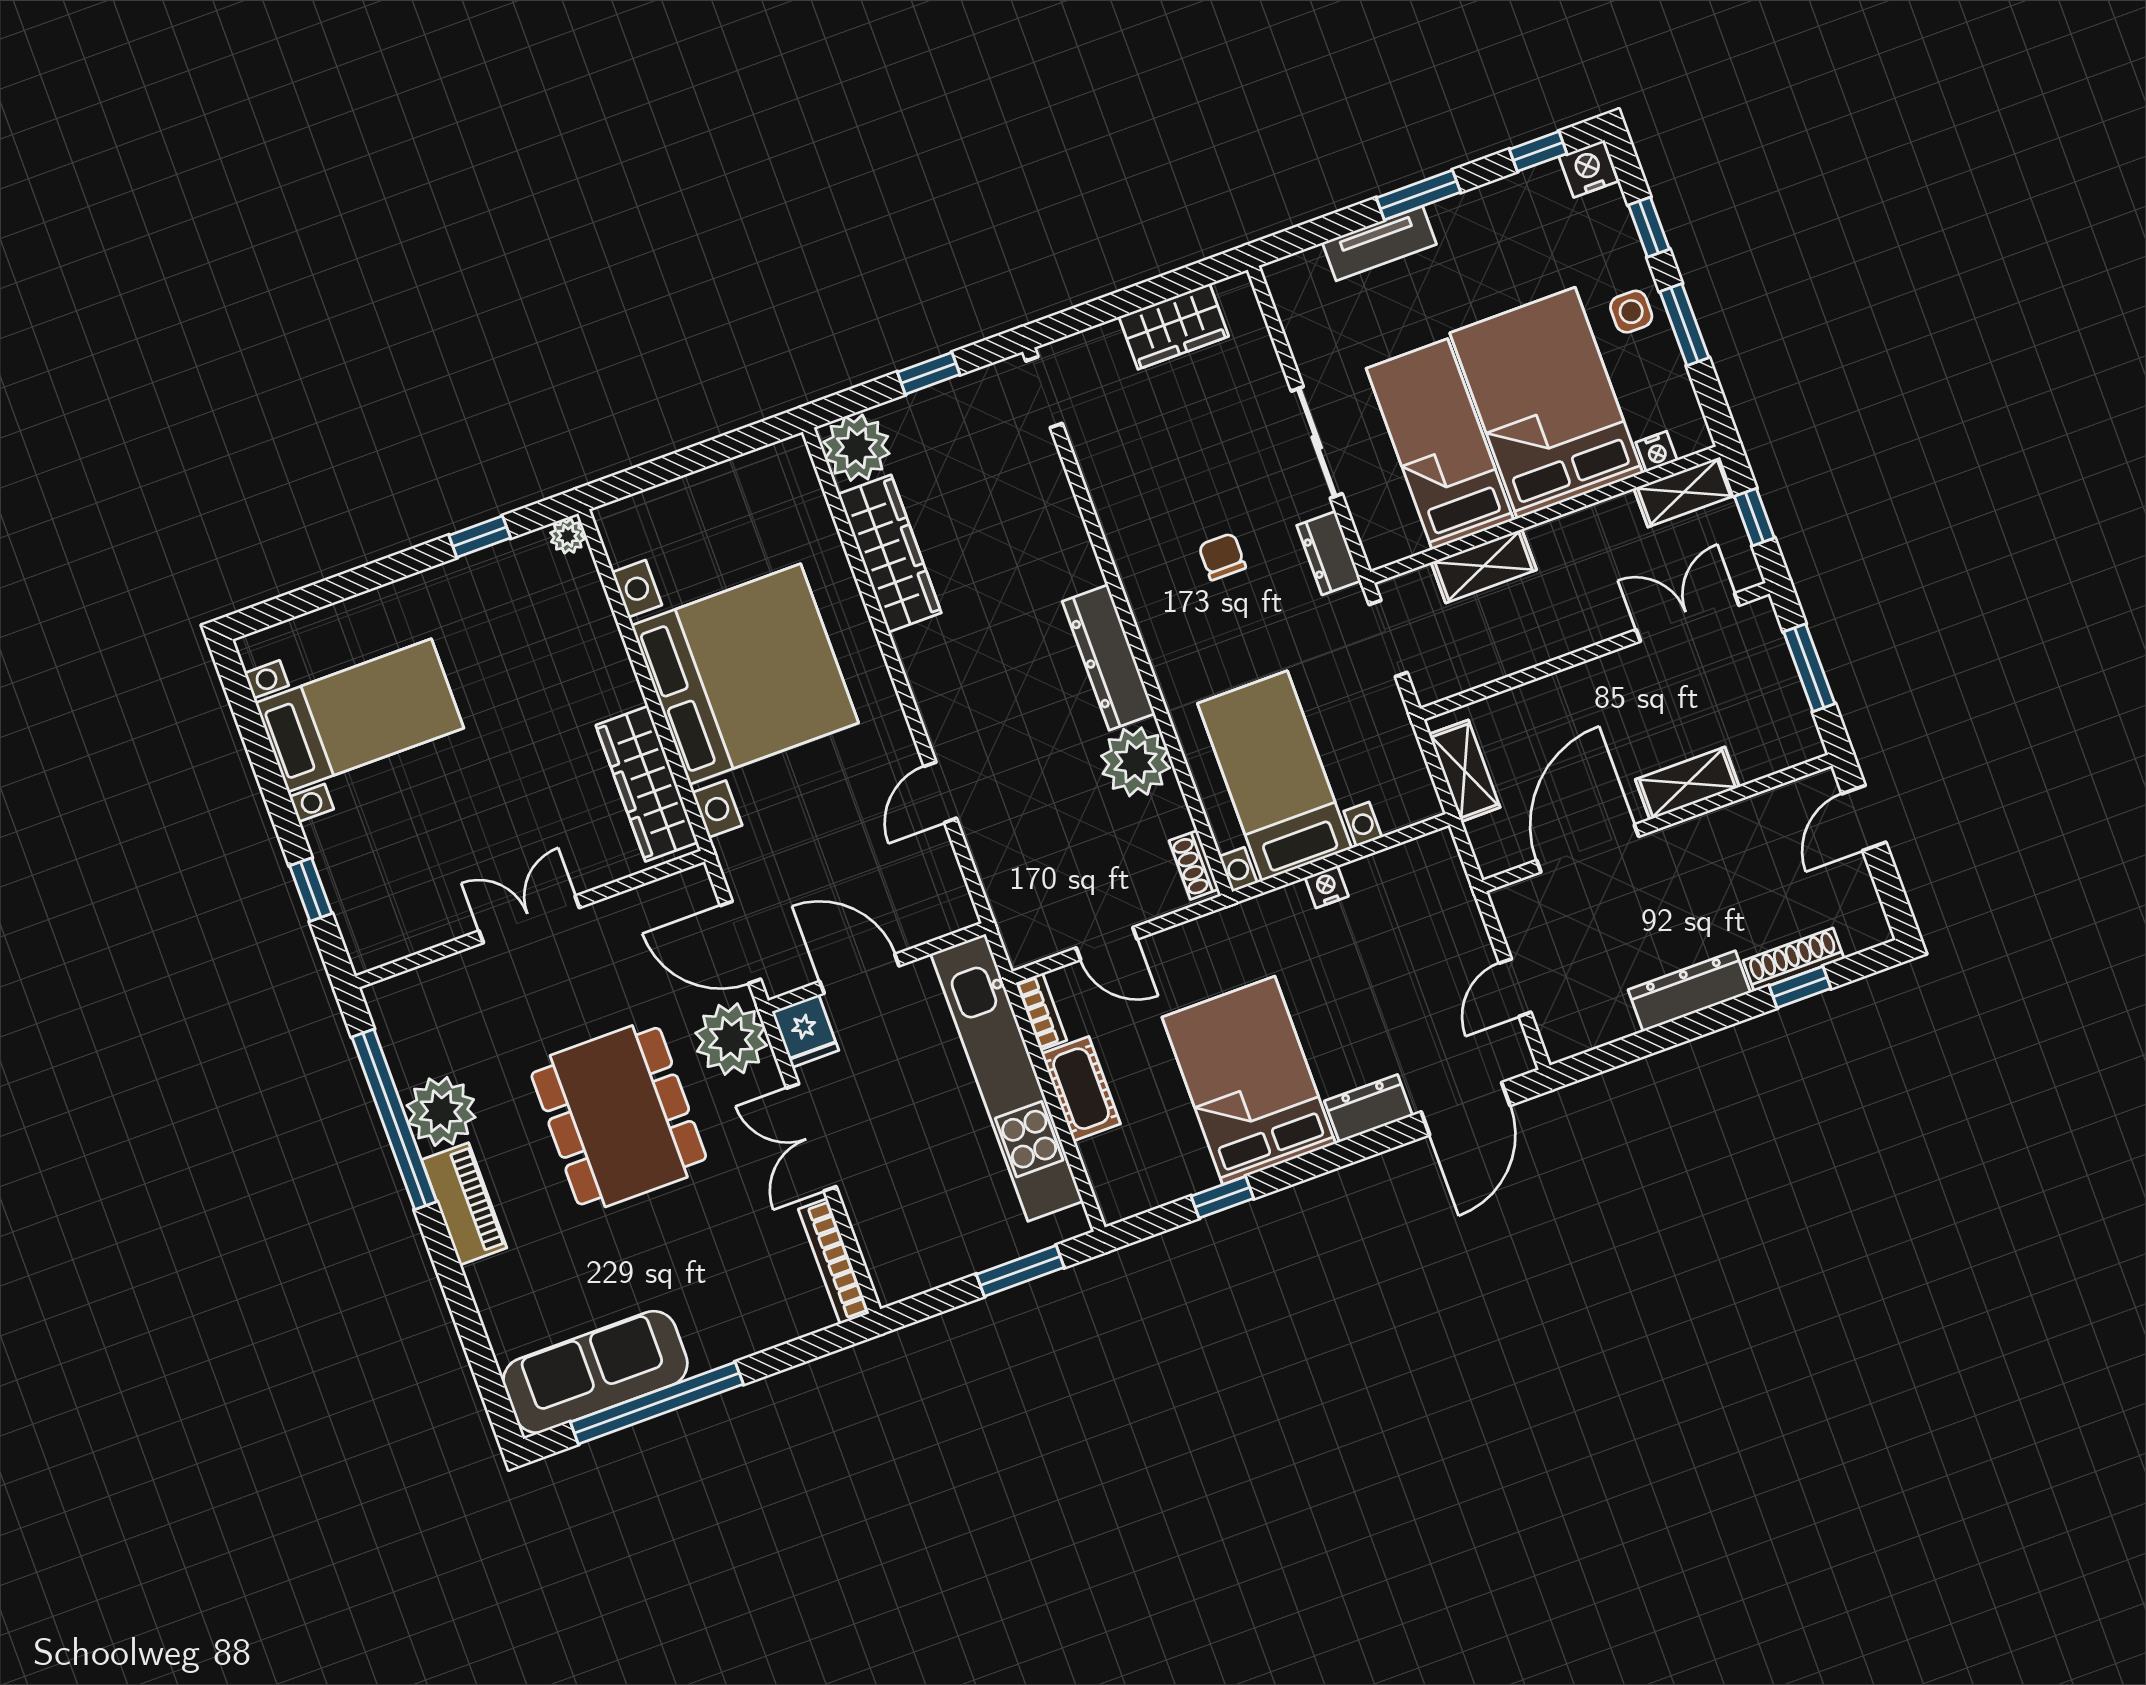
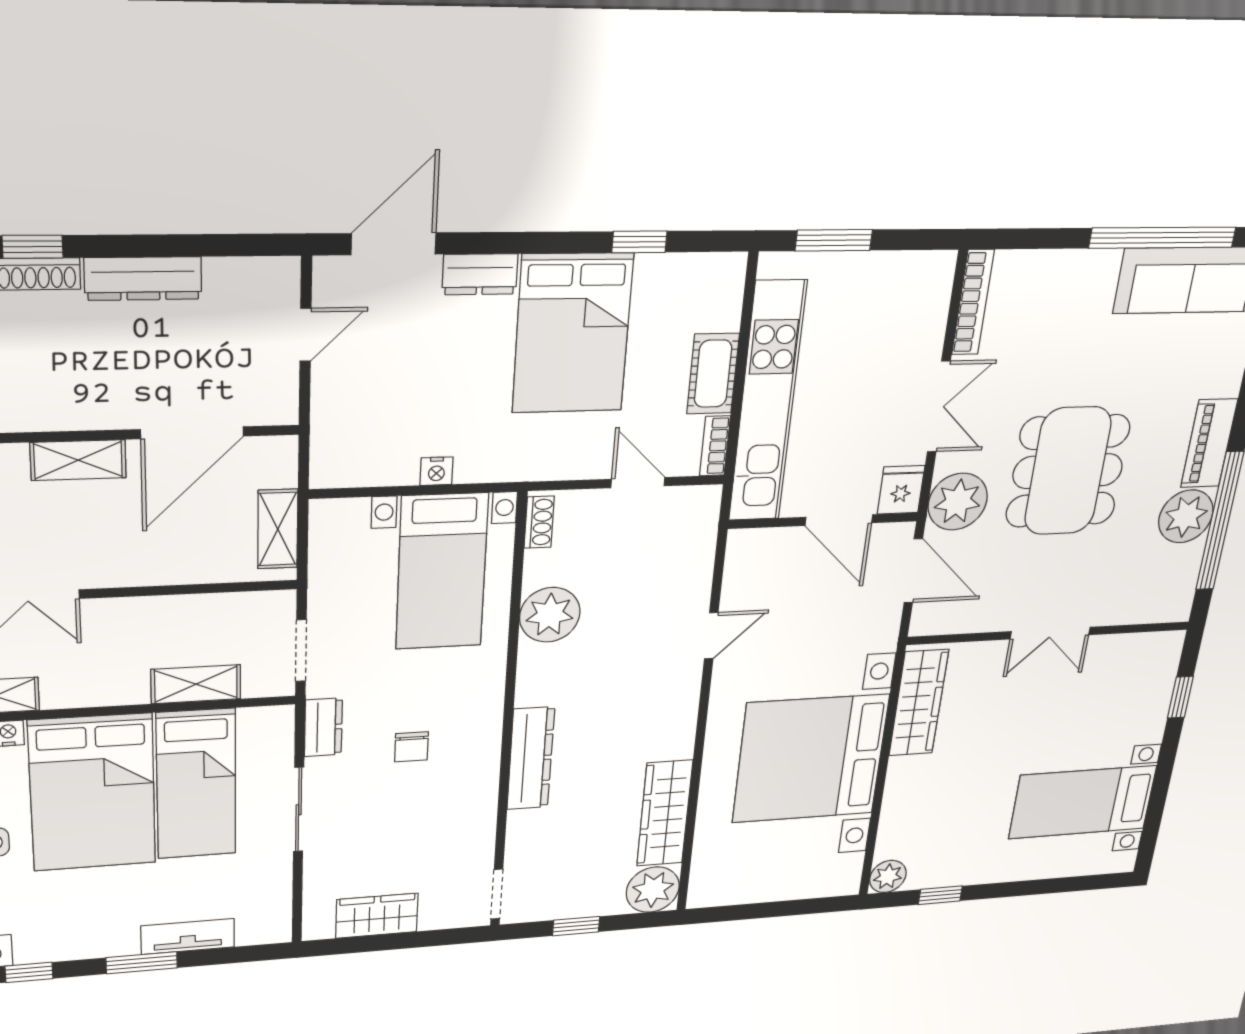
plant: (568, 536) -> (888, 876), width x1.38, depth x1.38
dresser: (1109, 658) -> (531, 758), moved

